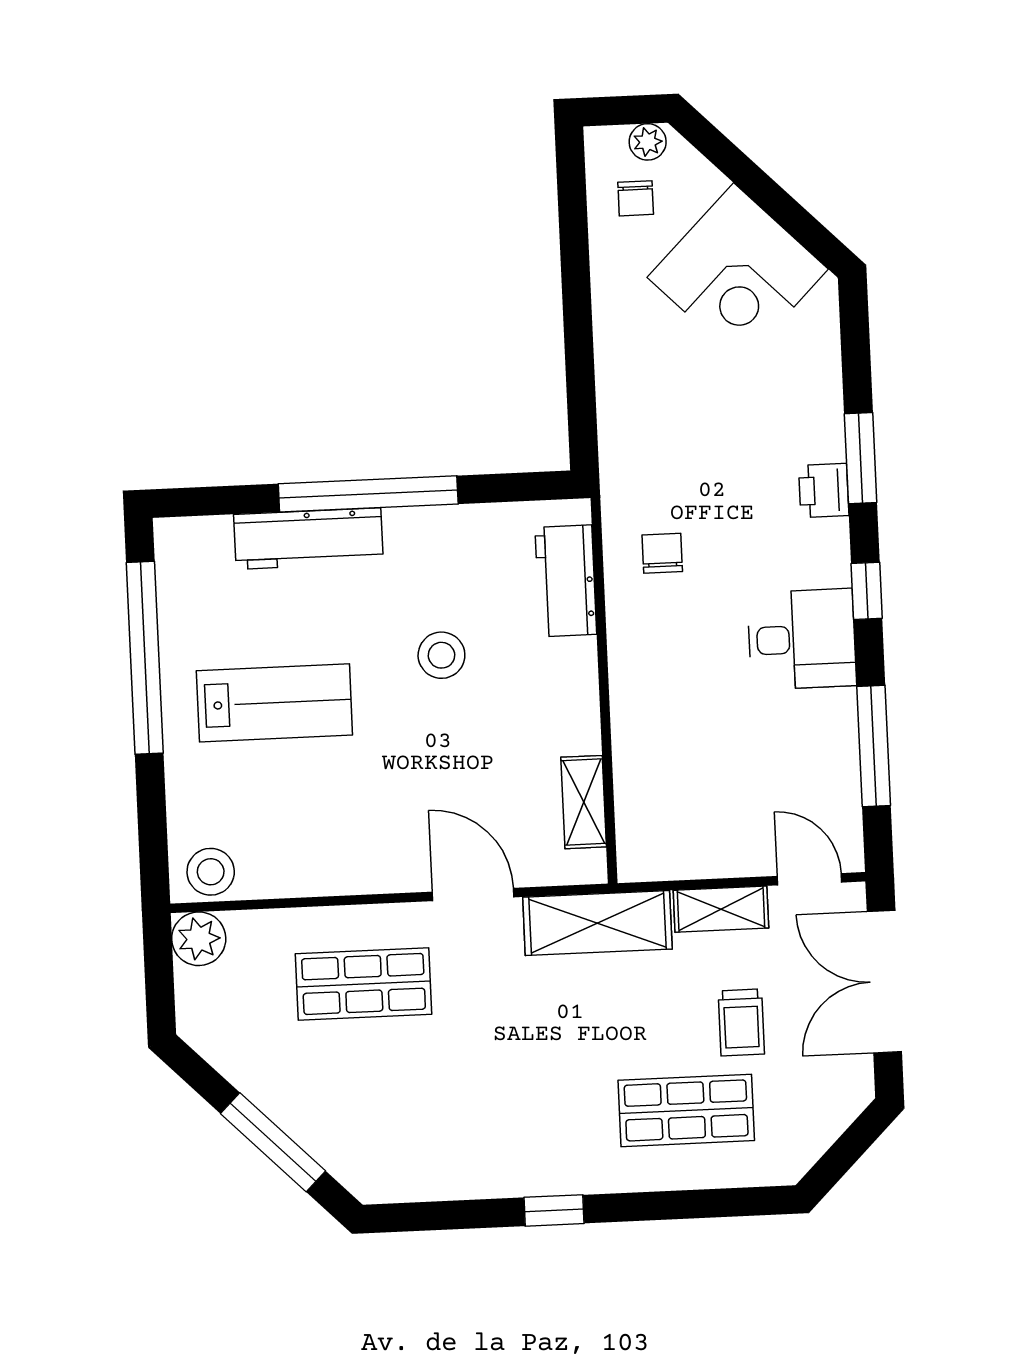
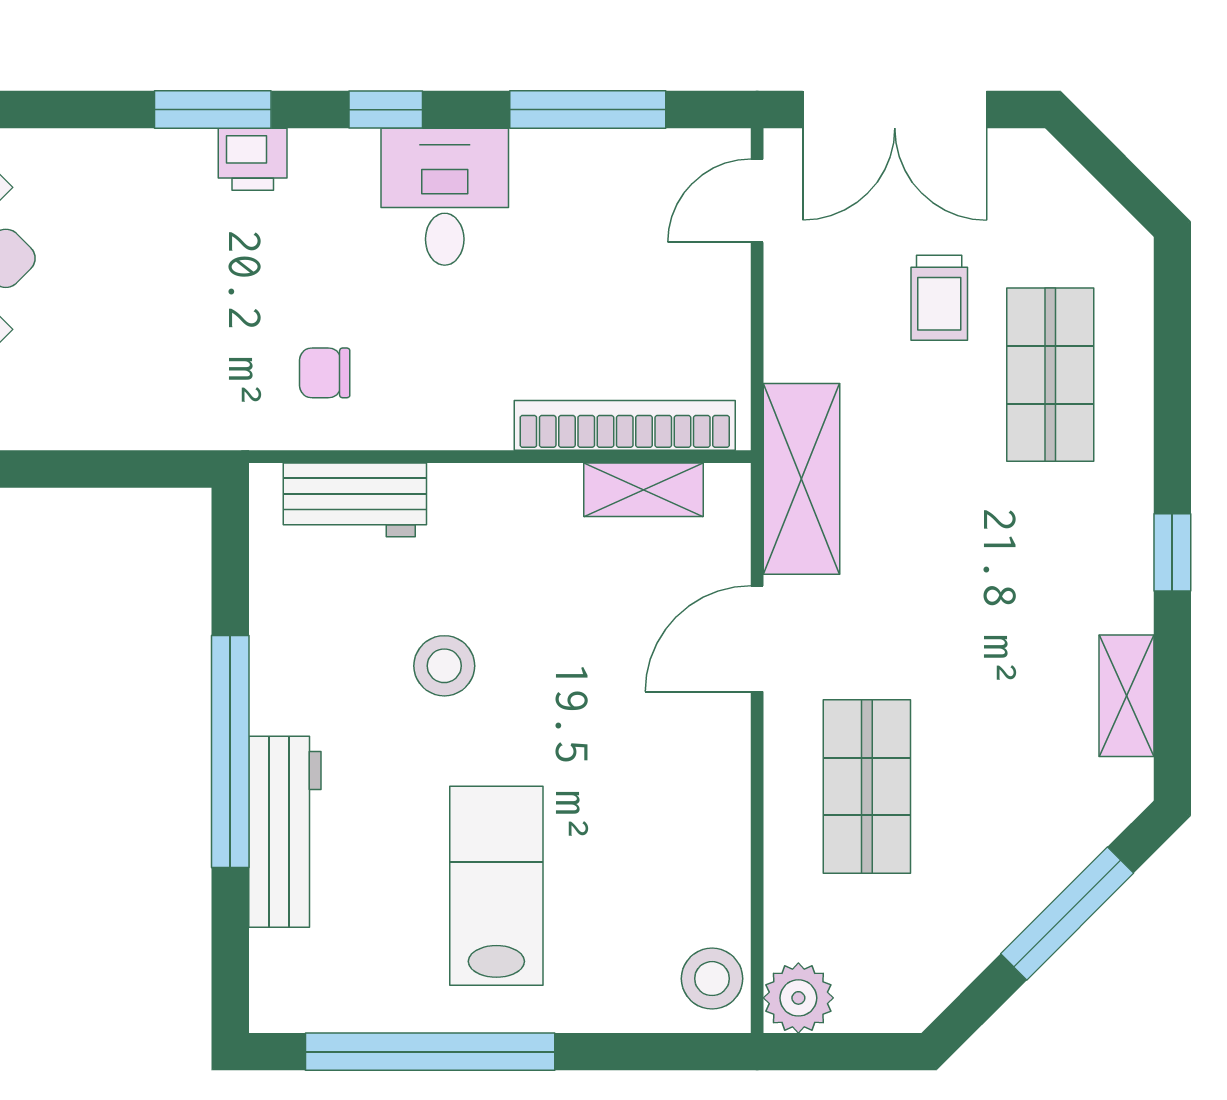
bookcase: (632, 785) -> (625, 425), added
shelving: (721, 909) -> (1126, 696), moved
trolley: (741, 1022) -> (939, 298), turned 90

